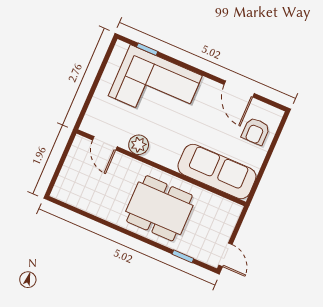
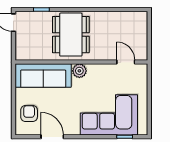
plant: (139, 145) -> (79, 71), moved
dining table: (159, 208) -> (71, 35), turned 90

